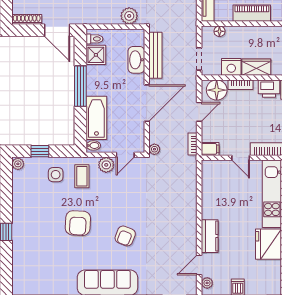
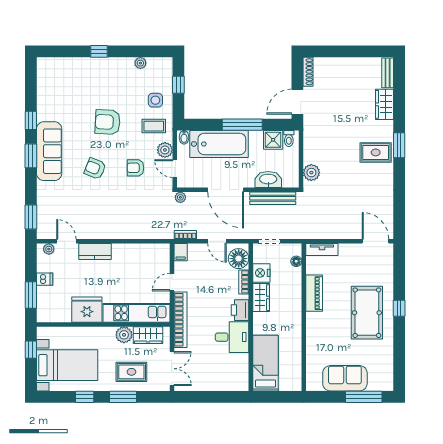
bathtub: (96, 118) -> (219, 144), width x1.36, depth x1.36
plant: (18, 164) -> (140, 63), moved
armchair: (124, 195) -> (135, 168), added

